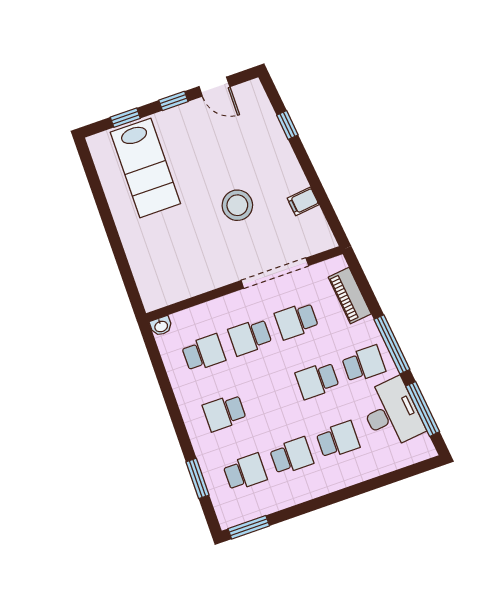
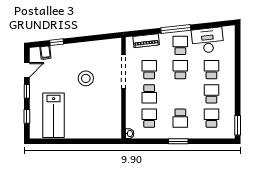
lab bench: (145, 168) -> (54, 115), turned 90
filing cabinet: (303, 201) -> (45, 53), moved
school desk: (296, 321) -> (149, 70), turned 180
school desk: (317, 380) -> (180, 70), turned 180
window: (423, 409) -> (211, 25), removed
window: (198, 478) -> (178, 141), moved

